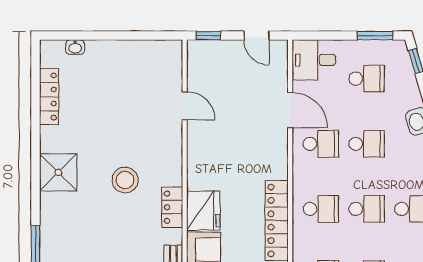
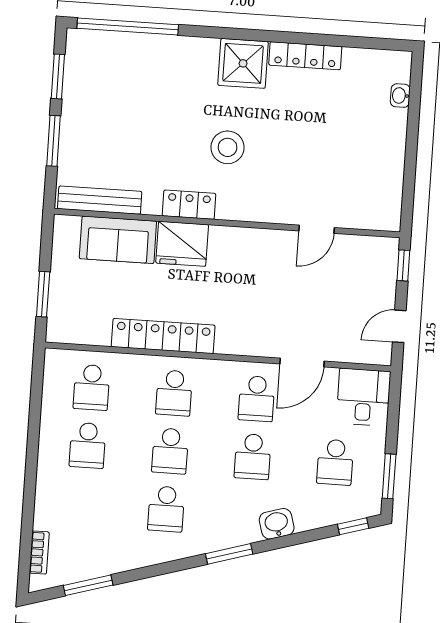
locker: (49, 97) -> (305, 56), moved

